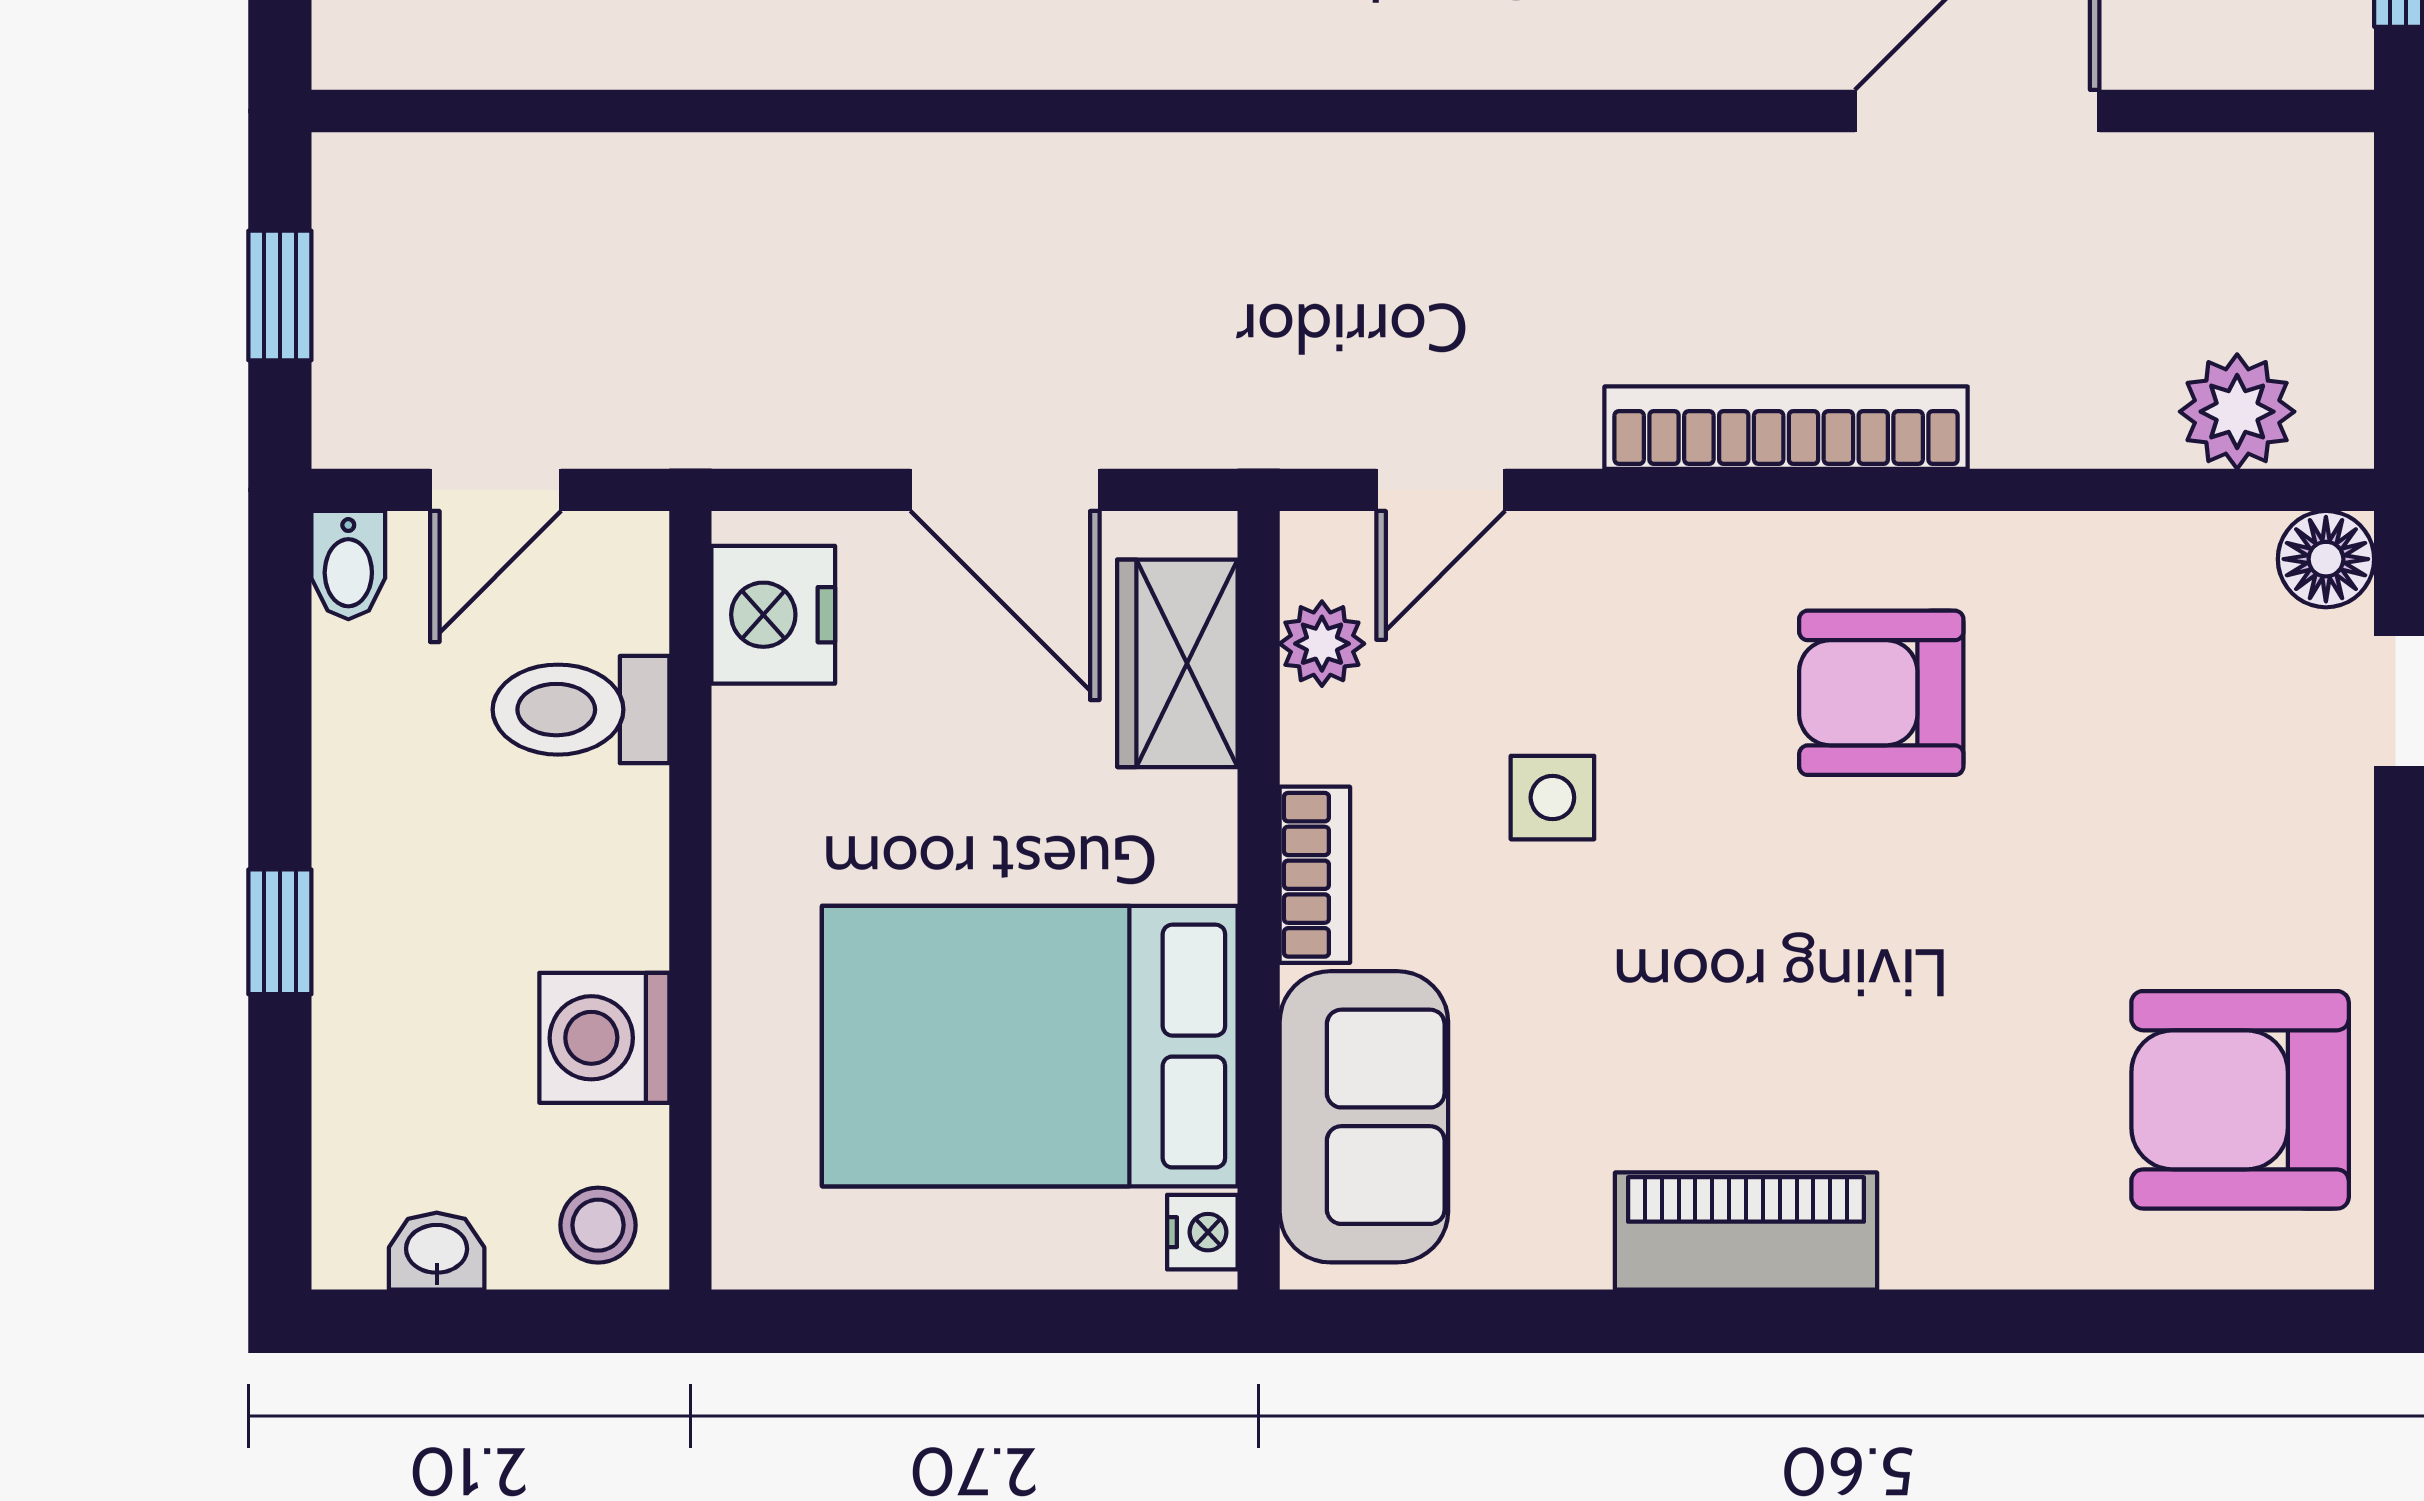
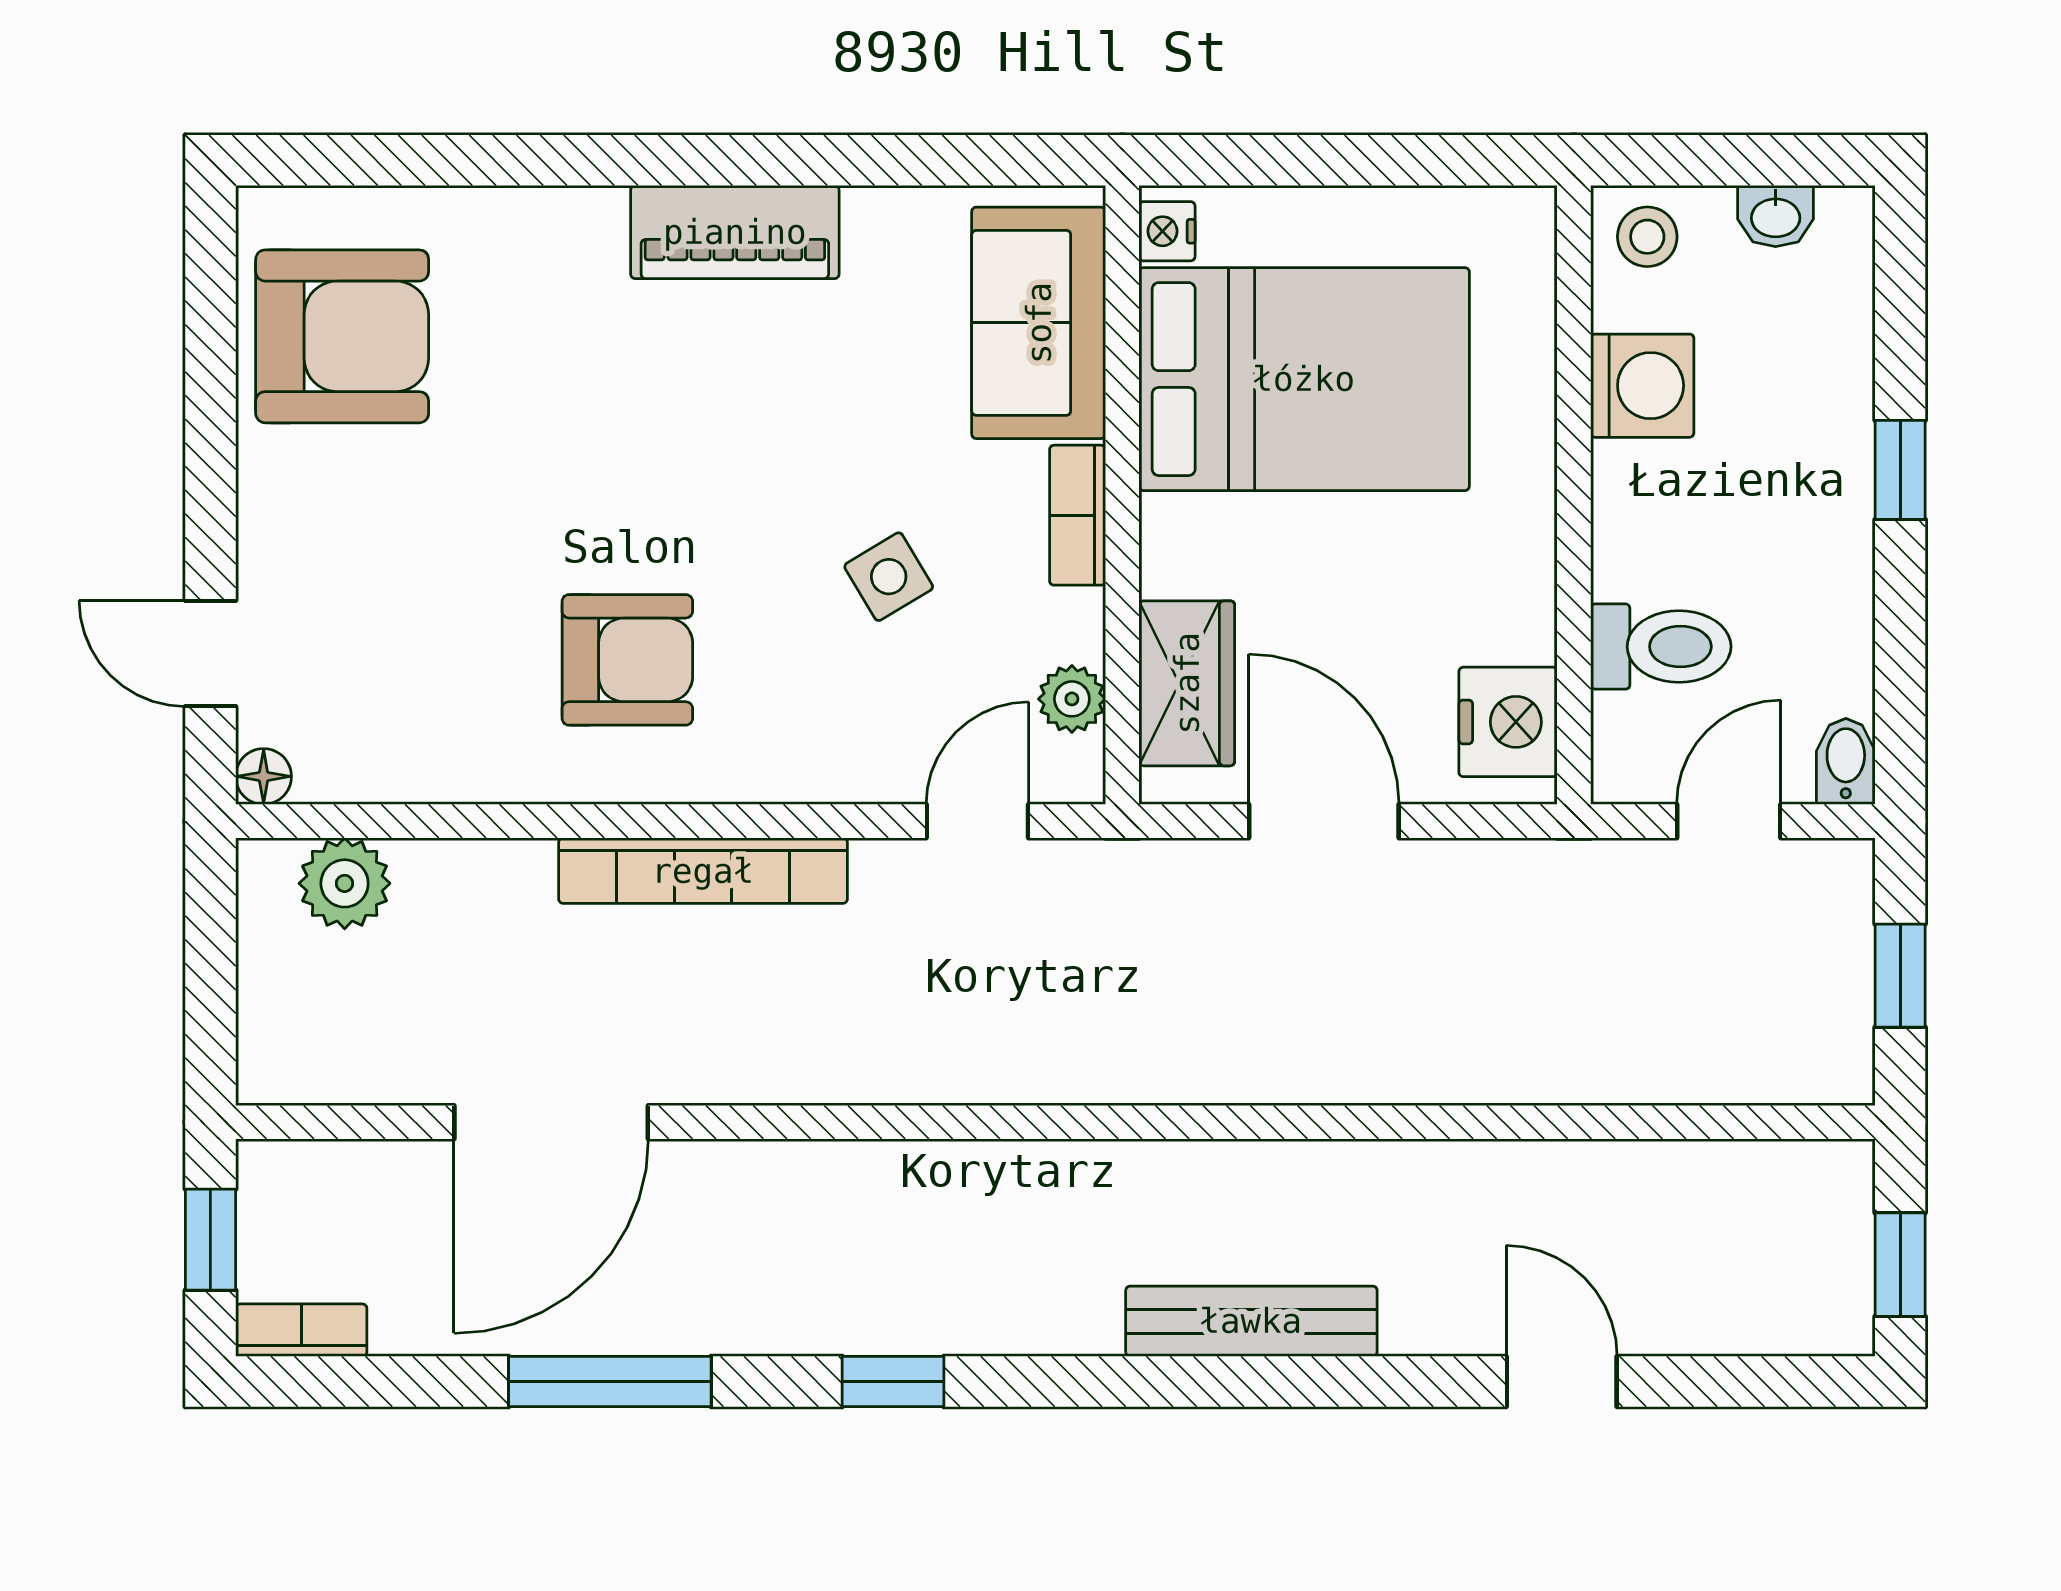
floor lamp: (2326, 559) -> (264, 776), width x0.73, depth x0.73
side table: (1552, 798) -> (889, 577), turned -31

